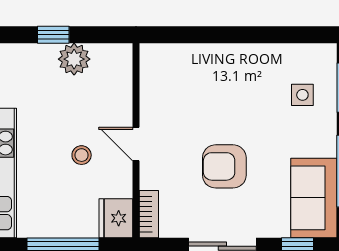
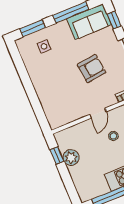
window: (53, 35) -> (57, 155), moved
armchair: (224, 166) -> (92, 69), turned -97

